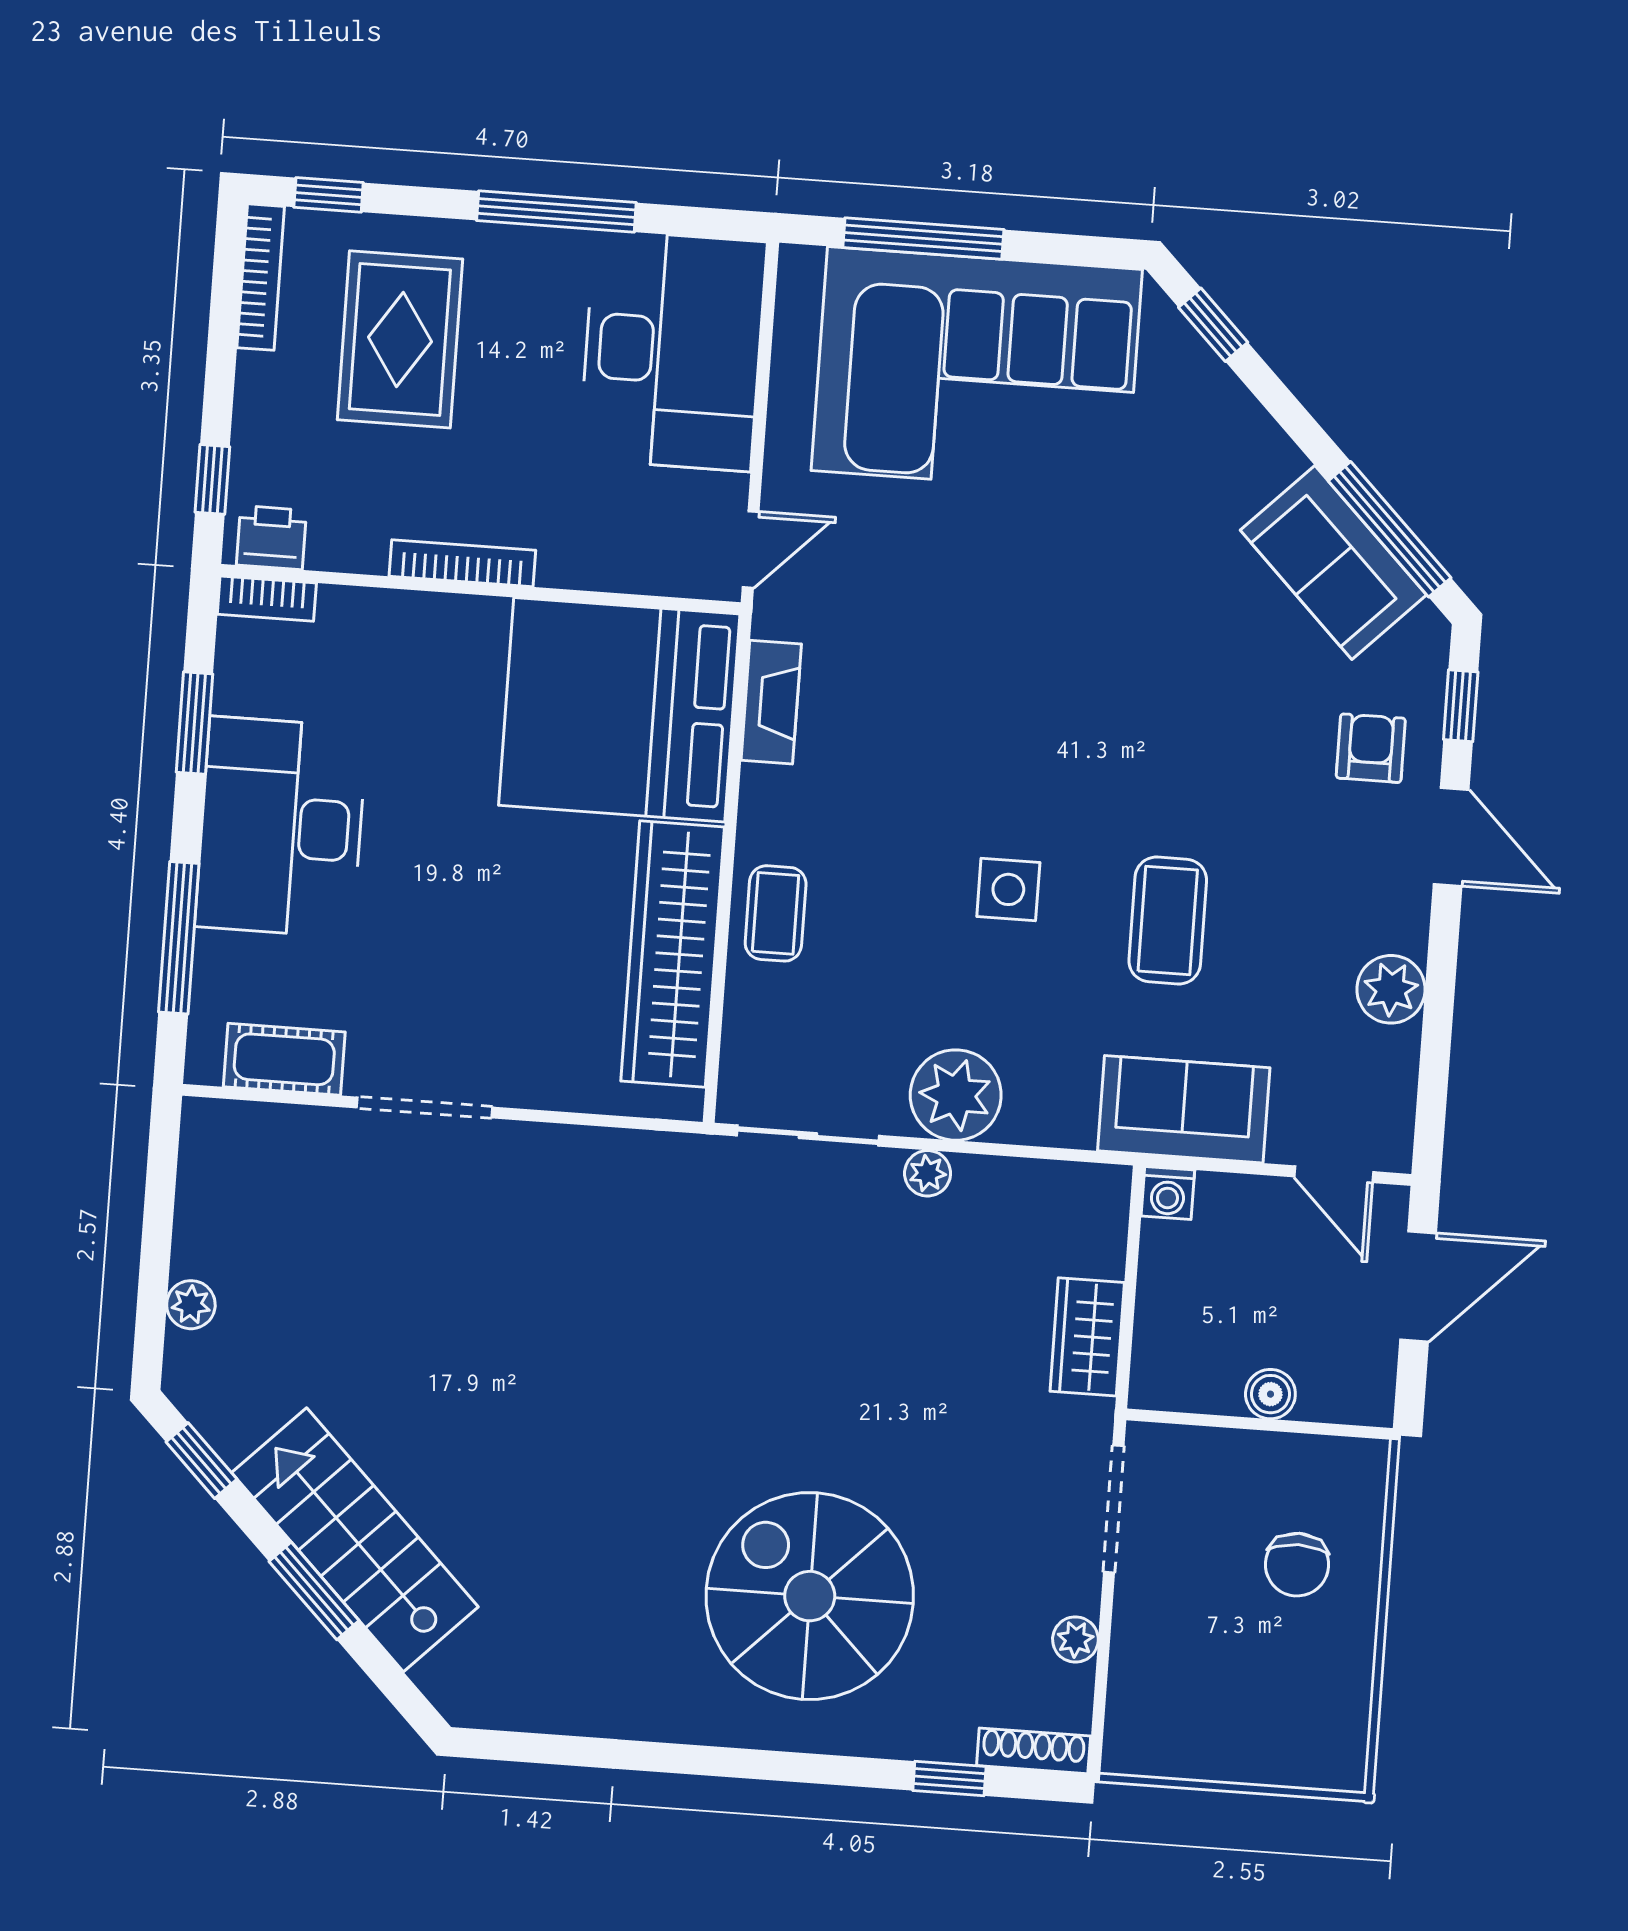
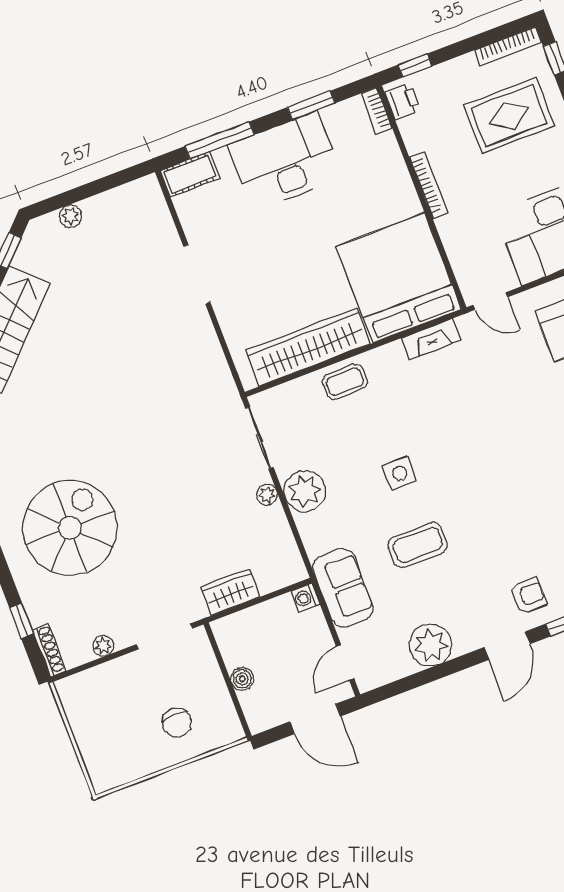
plant: (1391, 989) -> (430, 645), width x1.36, depth x1.36
cot: (284, 1059) -> (190, 174), moved, turned 90
chair: (1297, 1565) -> (177, 723), turned -90

